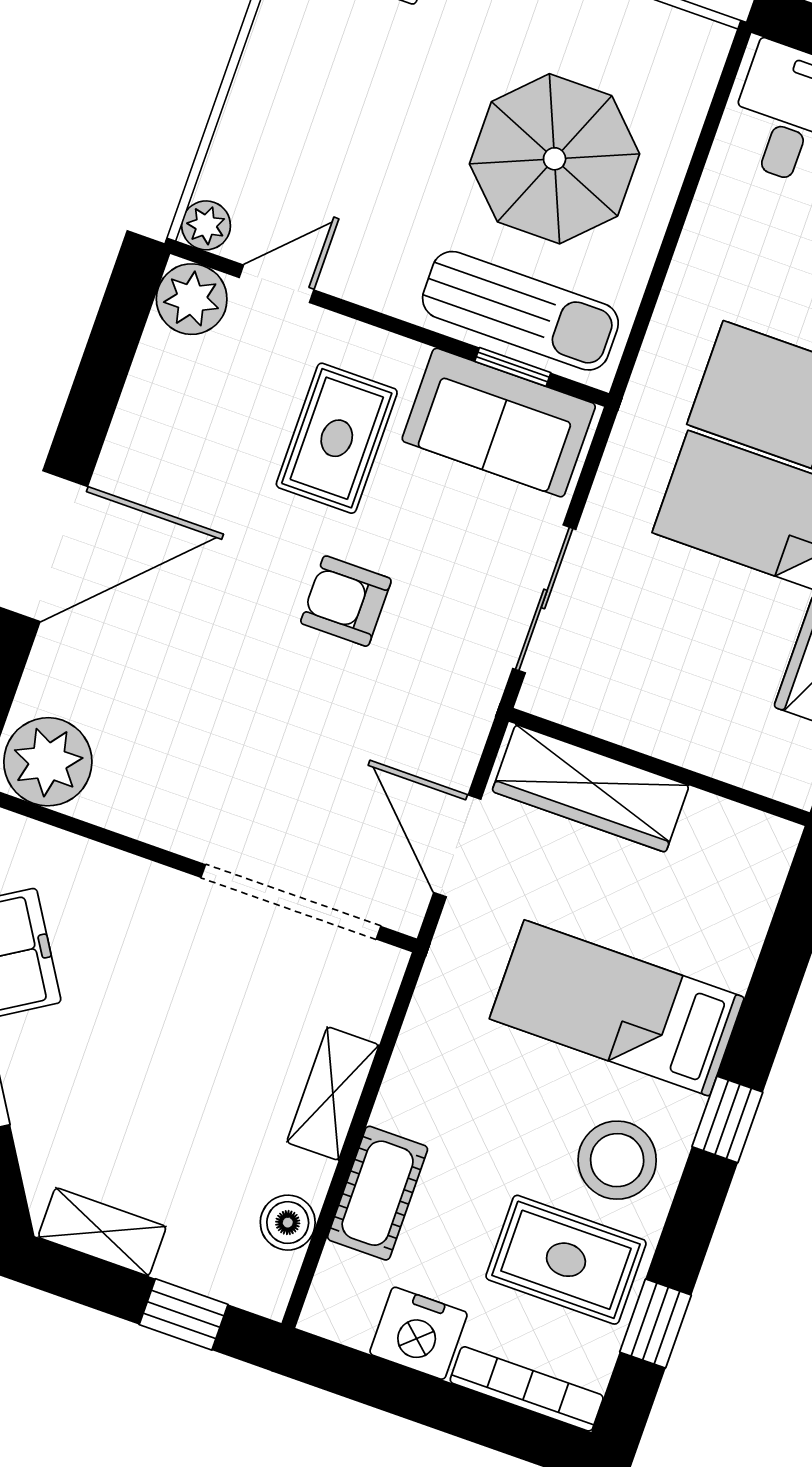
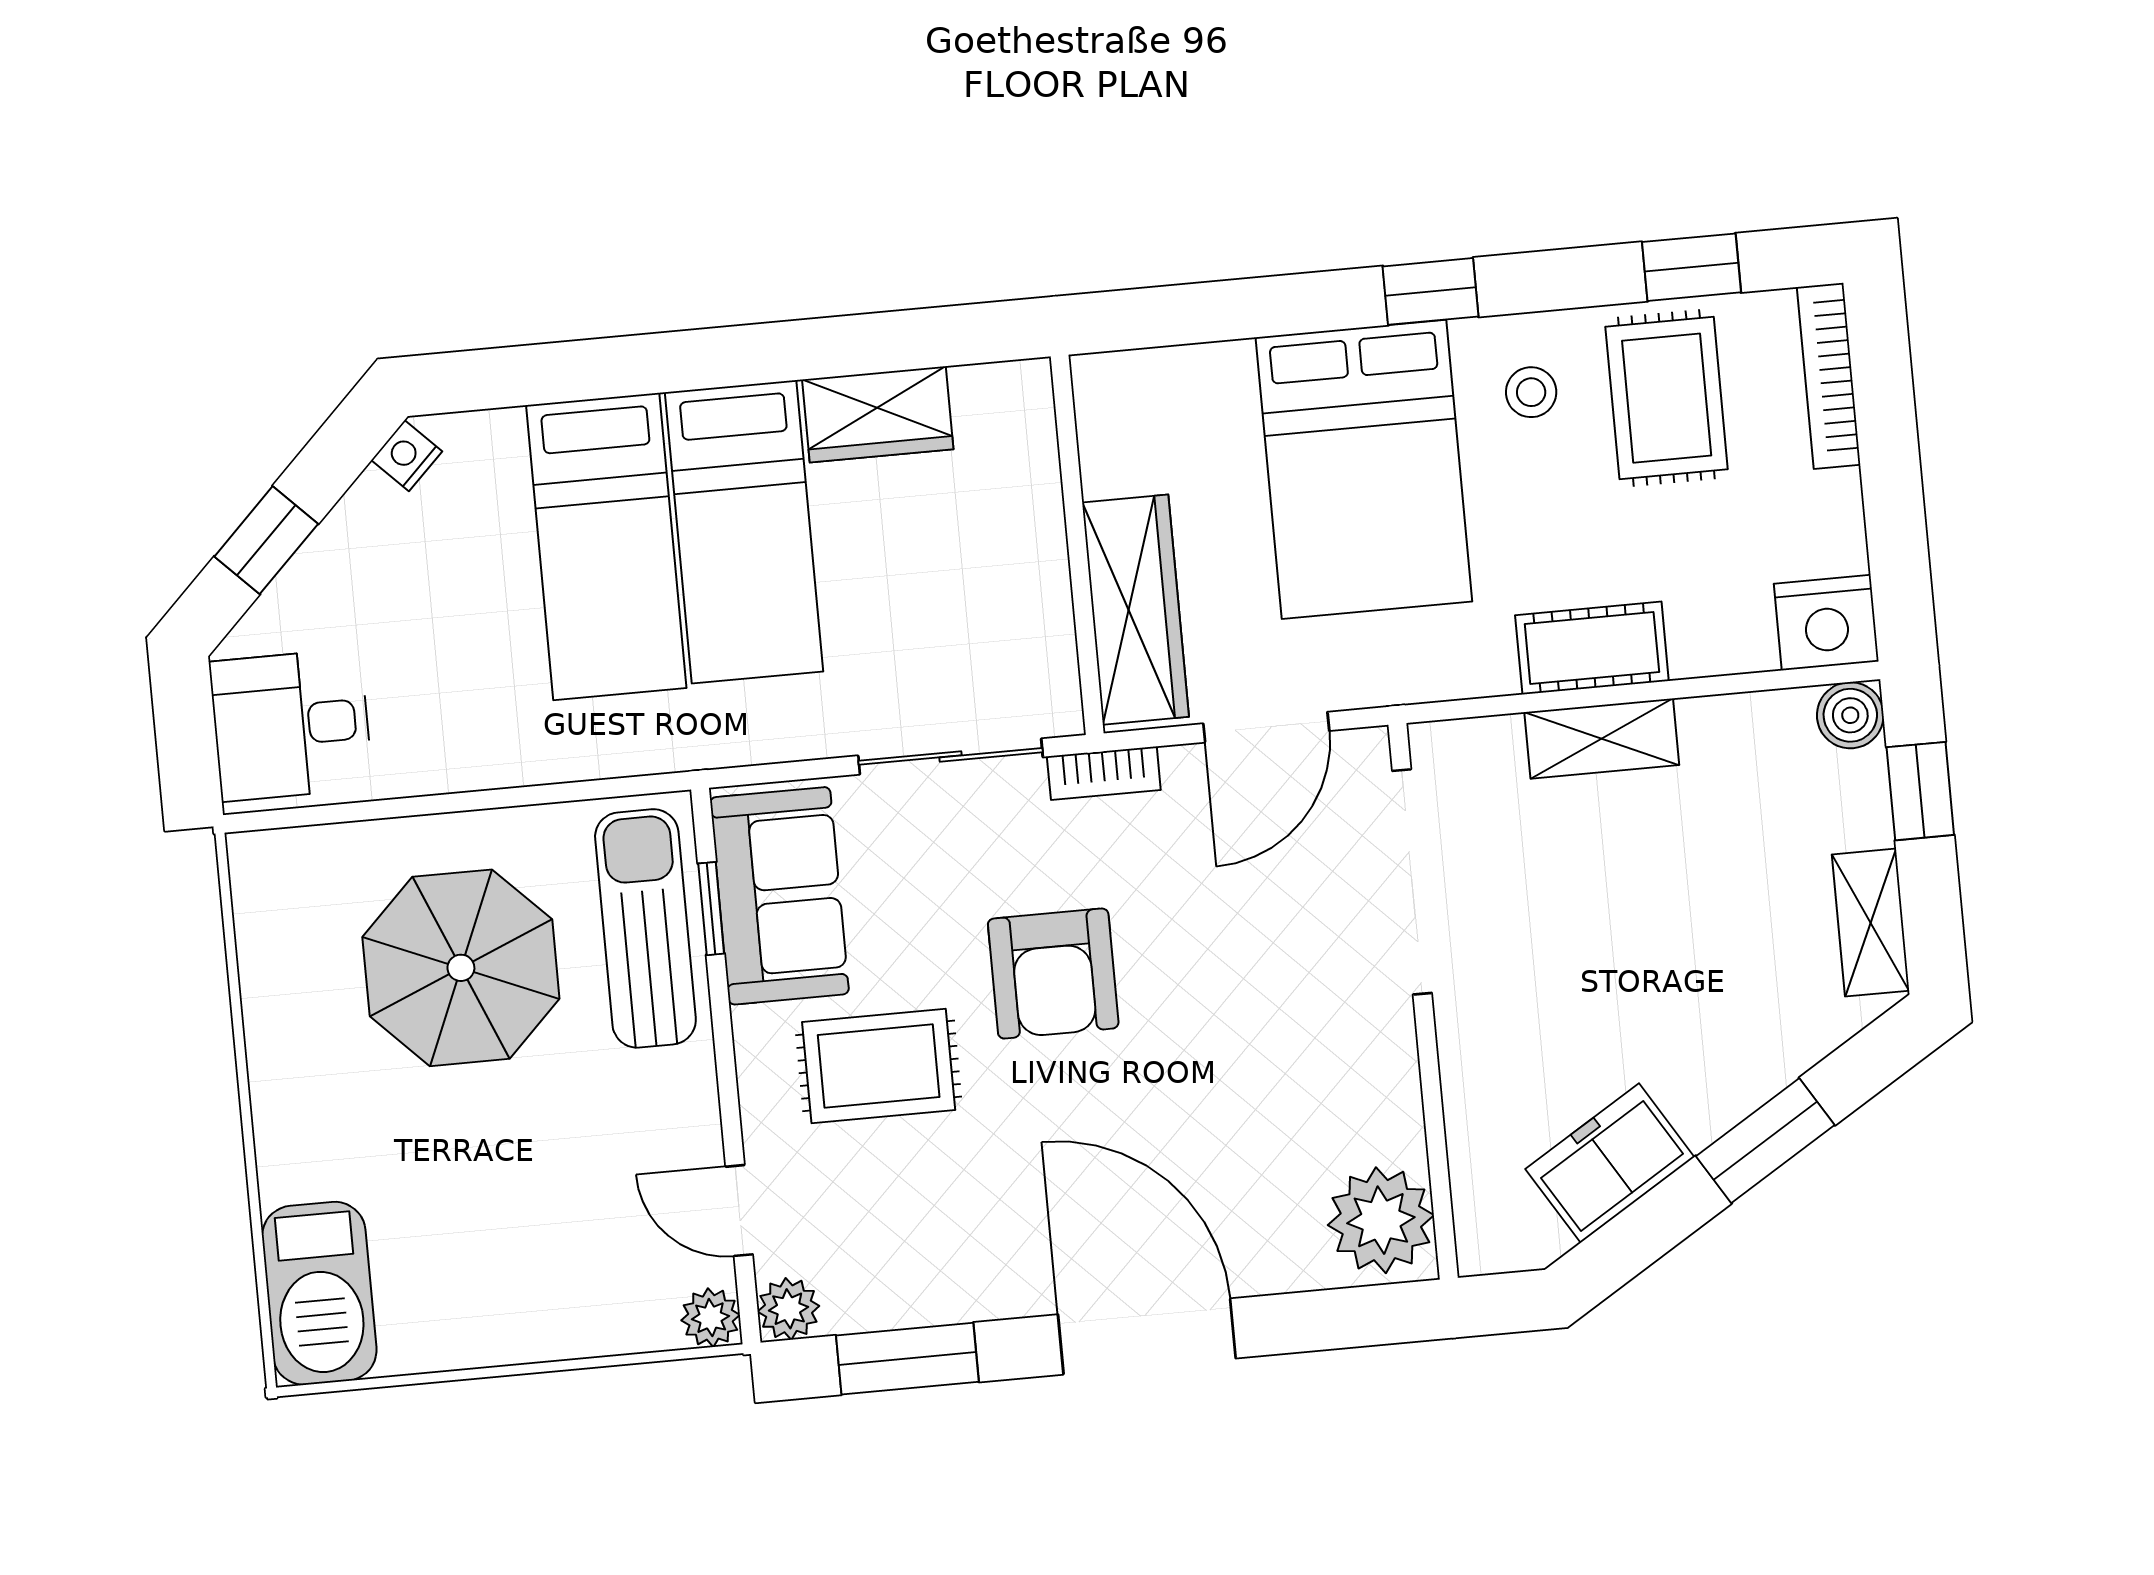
plant: (192, 299) -> (788, 1309), width x0.73, depth x0.73
window: (107, 359) -> (907, 1359), added
armchair: (346, 601) -> (1053, 974), width x1.38, depth x1.38
bookcase: (479, 708) -> (1104, 773), added
bed: (617, 1008) -> (1364, 469), width x1.50
stool: (617, 1160) -> (1531, 392), width x0.53, depth x0.53
cot: (378, 1193) -> (1592, 648), moved
boiler: (288, 1223) -> (1850, 715), moved
nightstand: (418, 1333) -> (1826, 623), moved, turned 90

